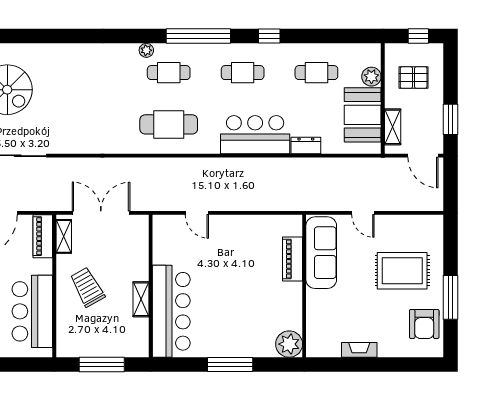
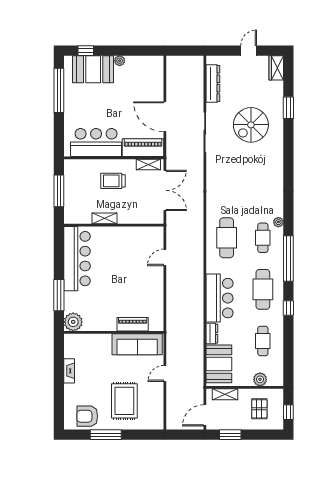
cafe table: (243, 73) -> (263, 289), width x1.37, depth x1.35
booth: (363, 115) -> (219, 364), moved, turned 90
piano: (43, 236) -> (143, 148), width x1.37, depth x1.33
trolley: (87, 287) -> (113, 181), turned -151
bar counter: (171, 311) -> (77, 259), moved, turned -90
window: (230, 365) -> (59, 295), moved

